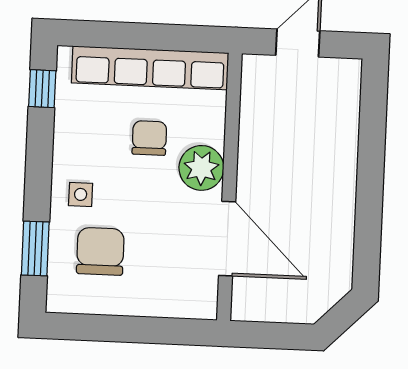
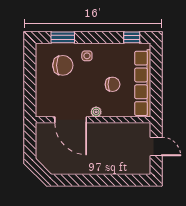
plant: (201, 168) -> (96, 112), width x0.53, depth x0.53
door: (227, 239) -> (71, 120), hinge flipped

